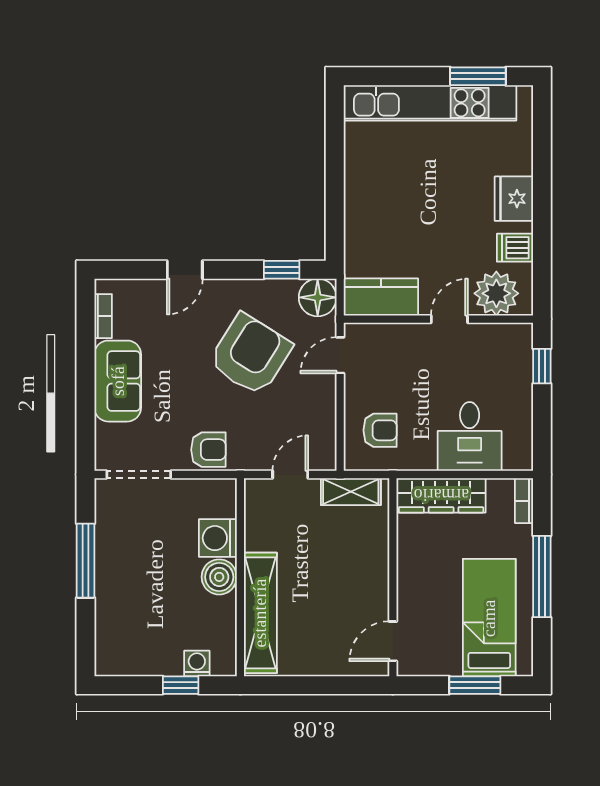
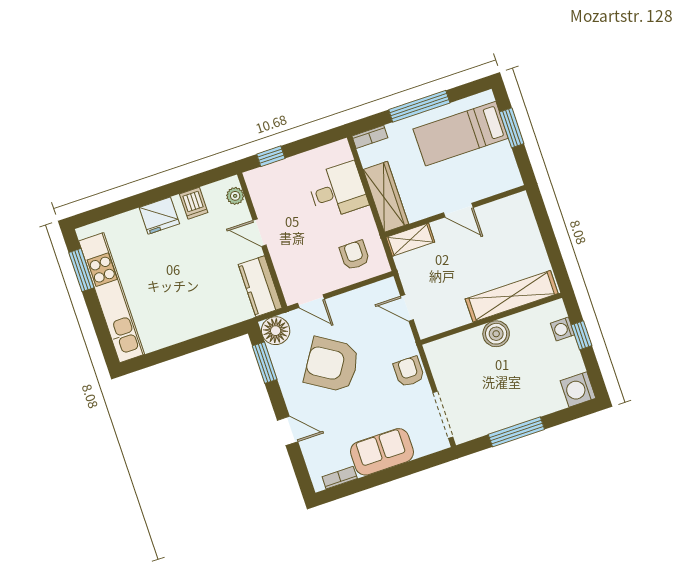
window: (282, 270) -> (265, 363), width x1.50
plant: (496, 293) -> (235, 196), width x0.53, depth x0.53
shelving: (351, 492) -> (410, 240), moved, turned 90
washing machine: (218, 538) -> (578, 389), moved, turned 90
door: (393, 641) -> (458, 210), moved

